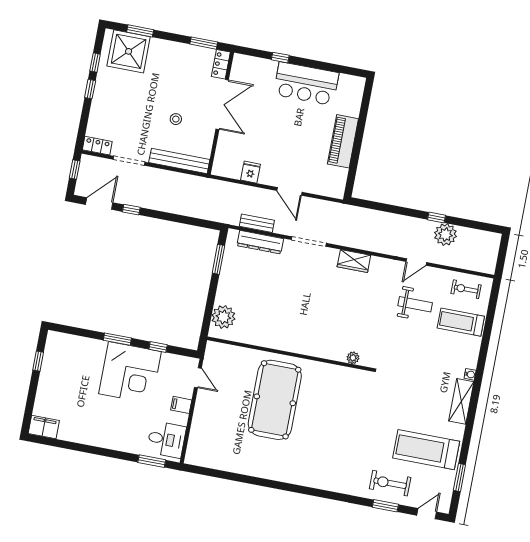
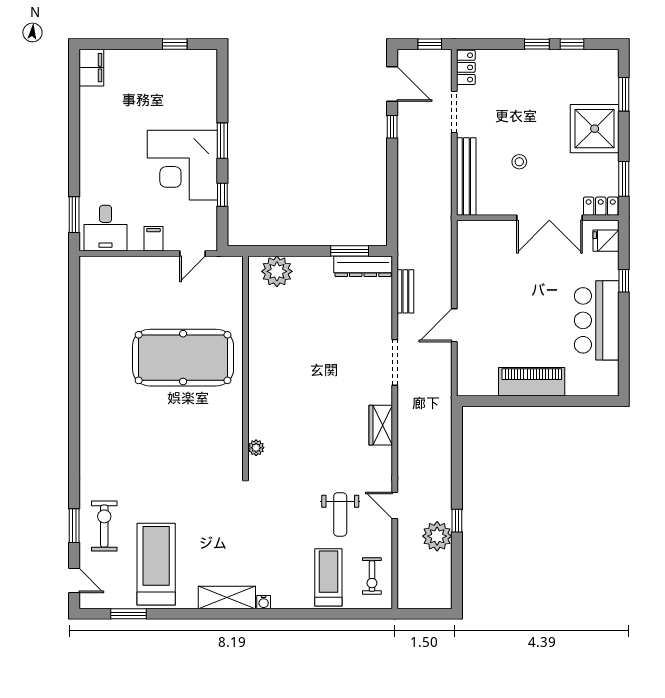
shower: (129, 51) -> (595, 129), moved
fridge: (251, 172) -> (606, 241), moved, turned 180
dresser: (260, 242) -> (363, 266), moved, turned -90
exercise bike: (466, 289) -> (372, 576), turned 180

